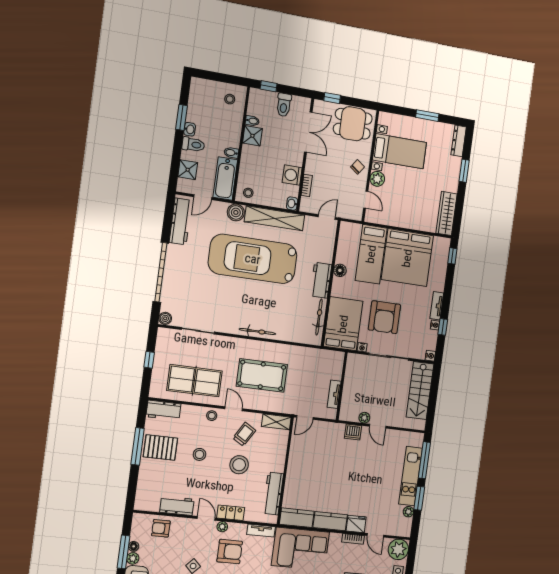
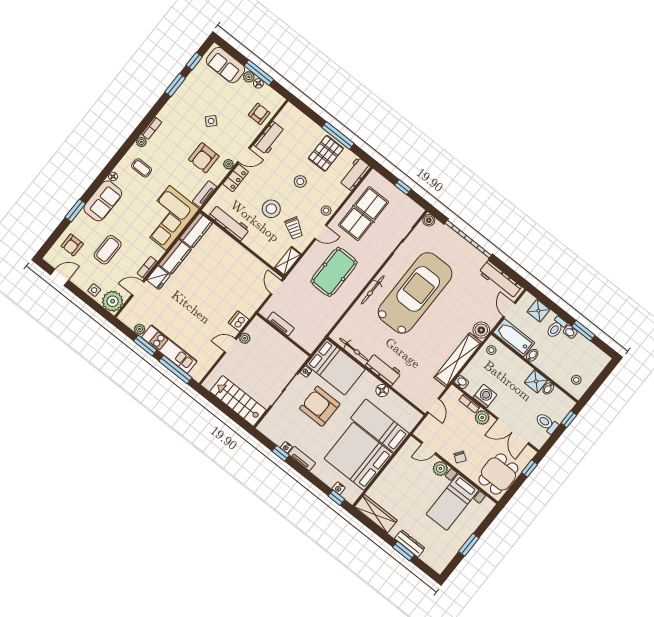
dresser: (459, 141) -> (410, 543), moved
plant: (312, 167) -> (482, 417), added
car: (253, 259) -> (415, 293), moved
nightstand: (430, 356) -> (339, 488), moved

